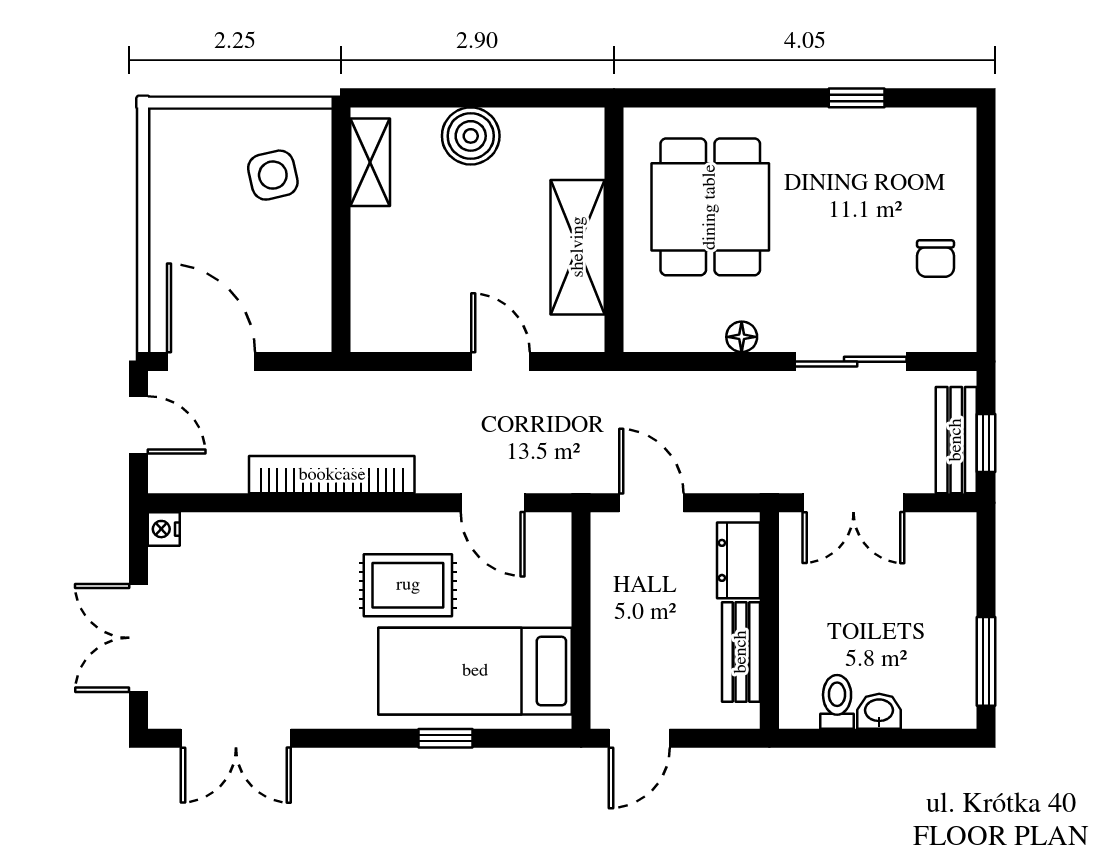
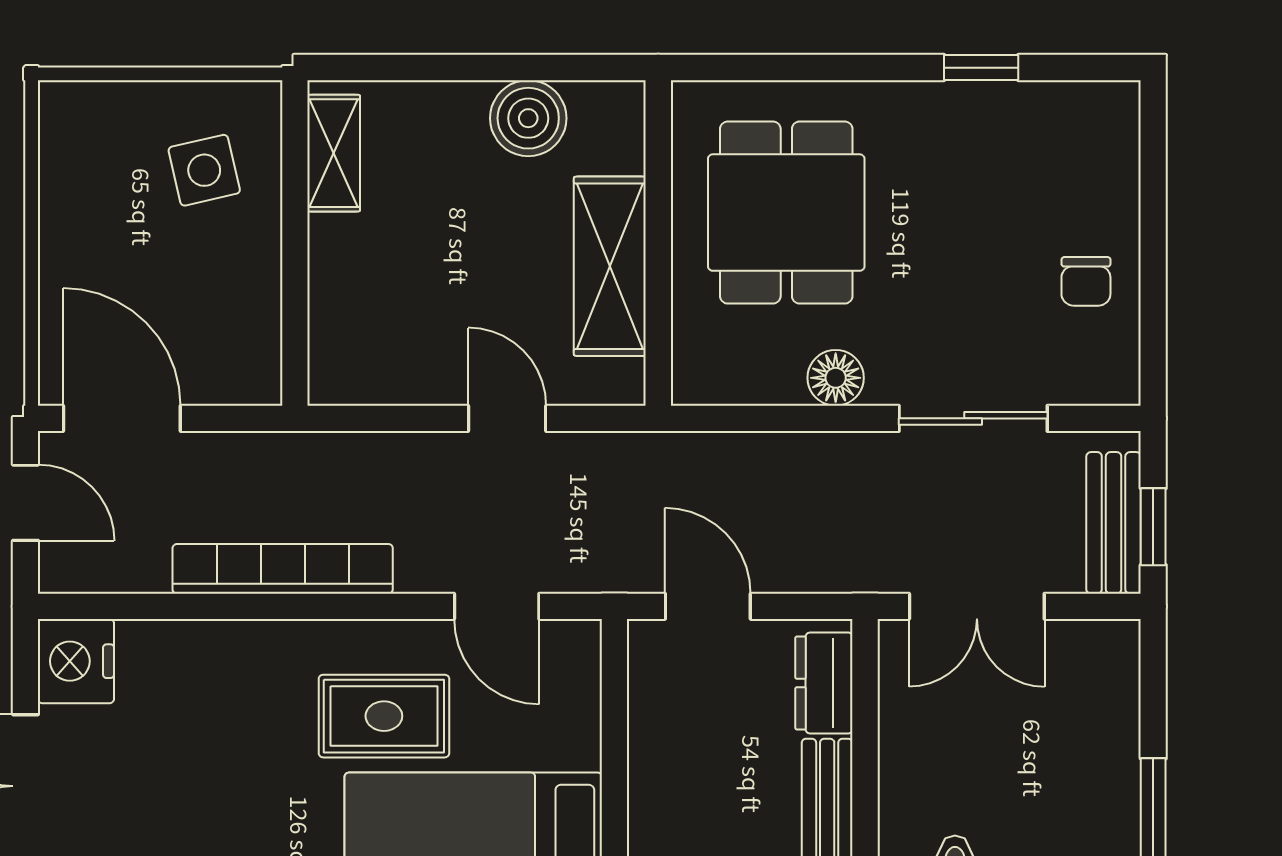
boiler: (471, 136) -> (528, 118), moved
floor lamp: (742, 337) -> (836, 378), width x1.37, depth x1.37
nightstand: (164, 529) -> (76, 661), width x1.89, depth x1.79

